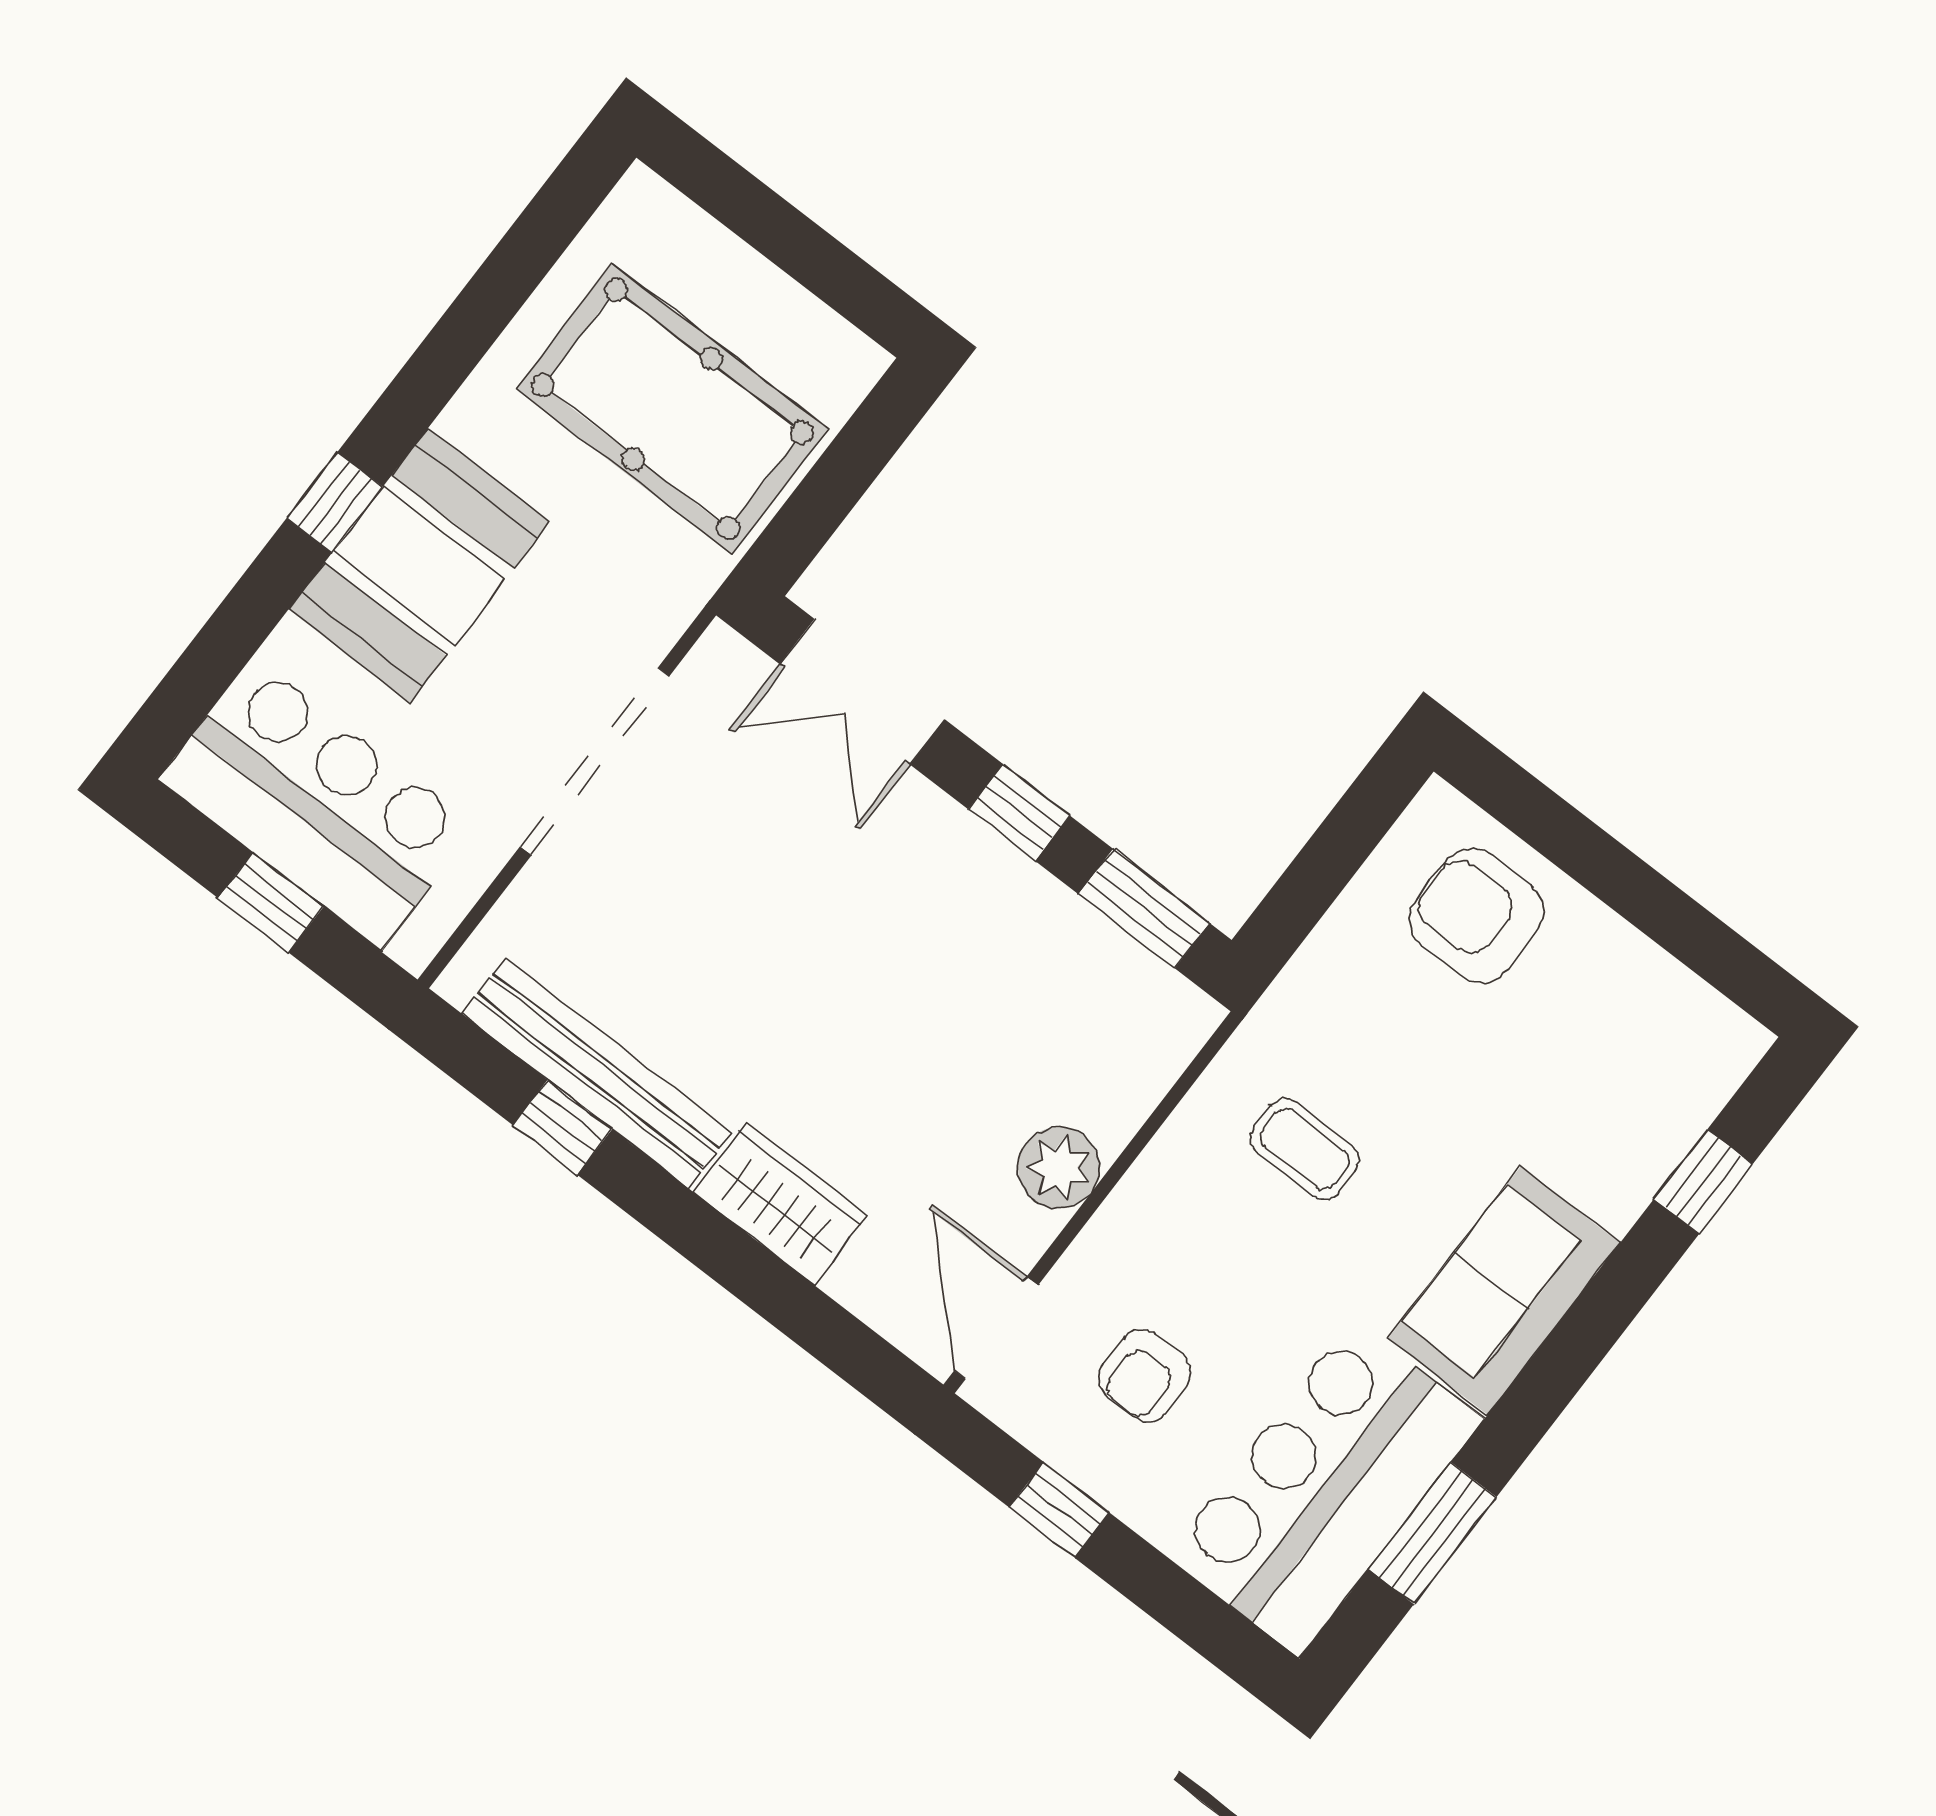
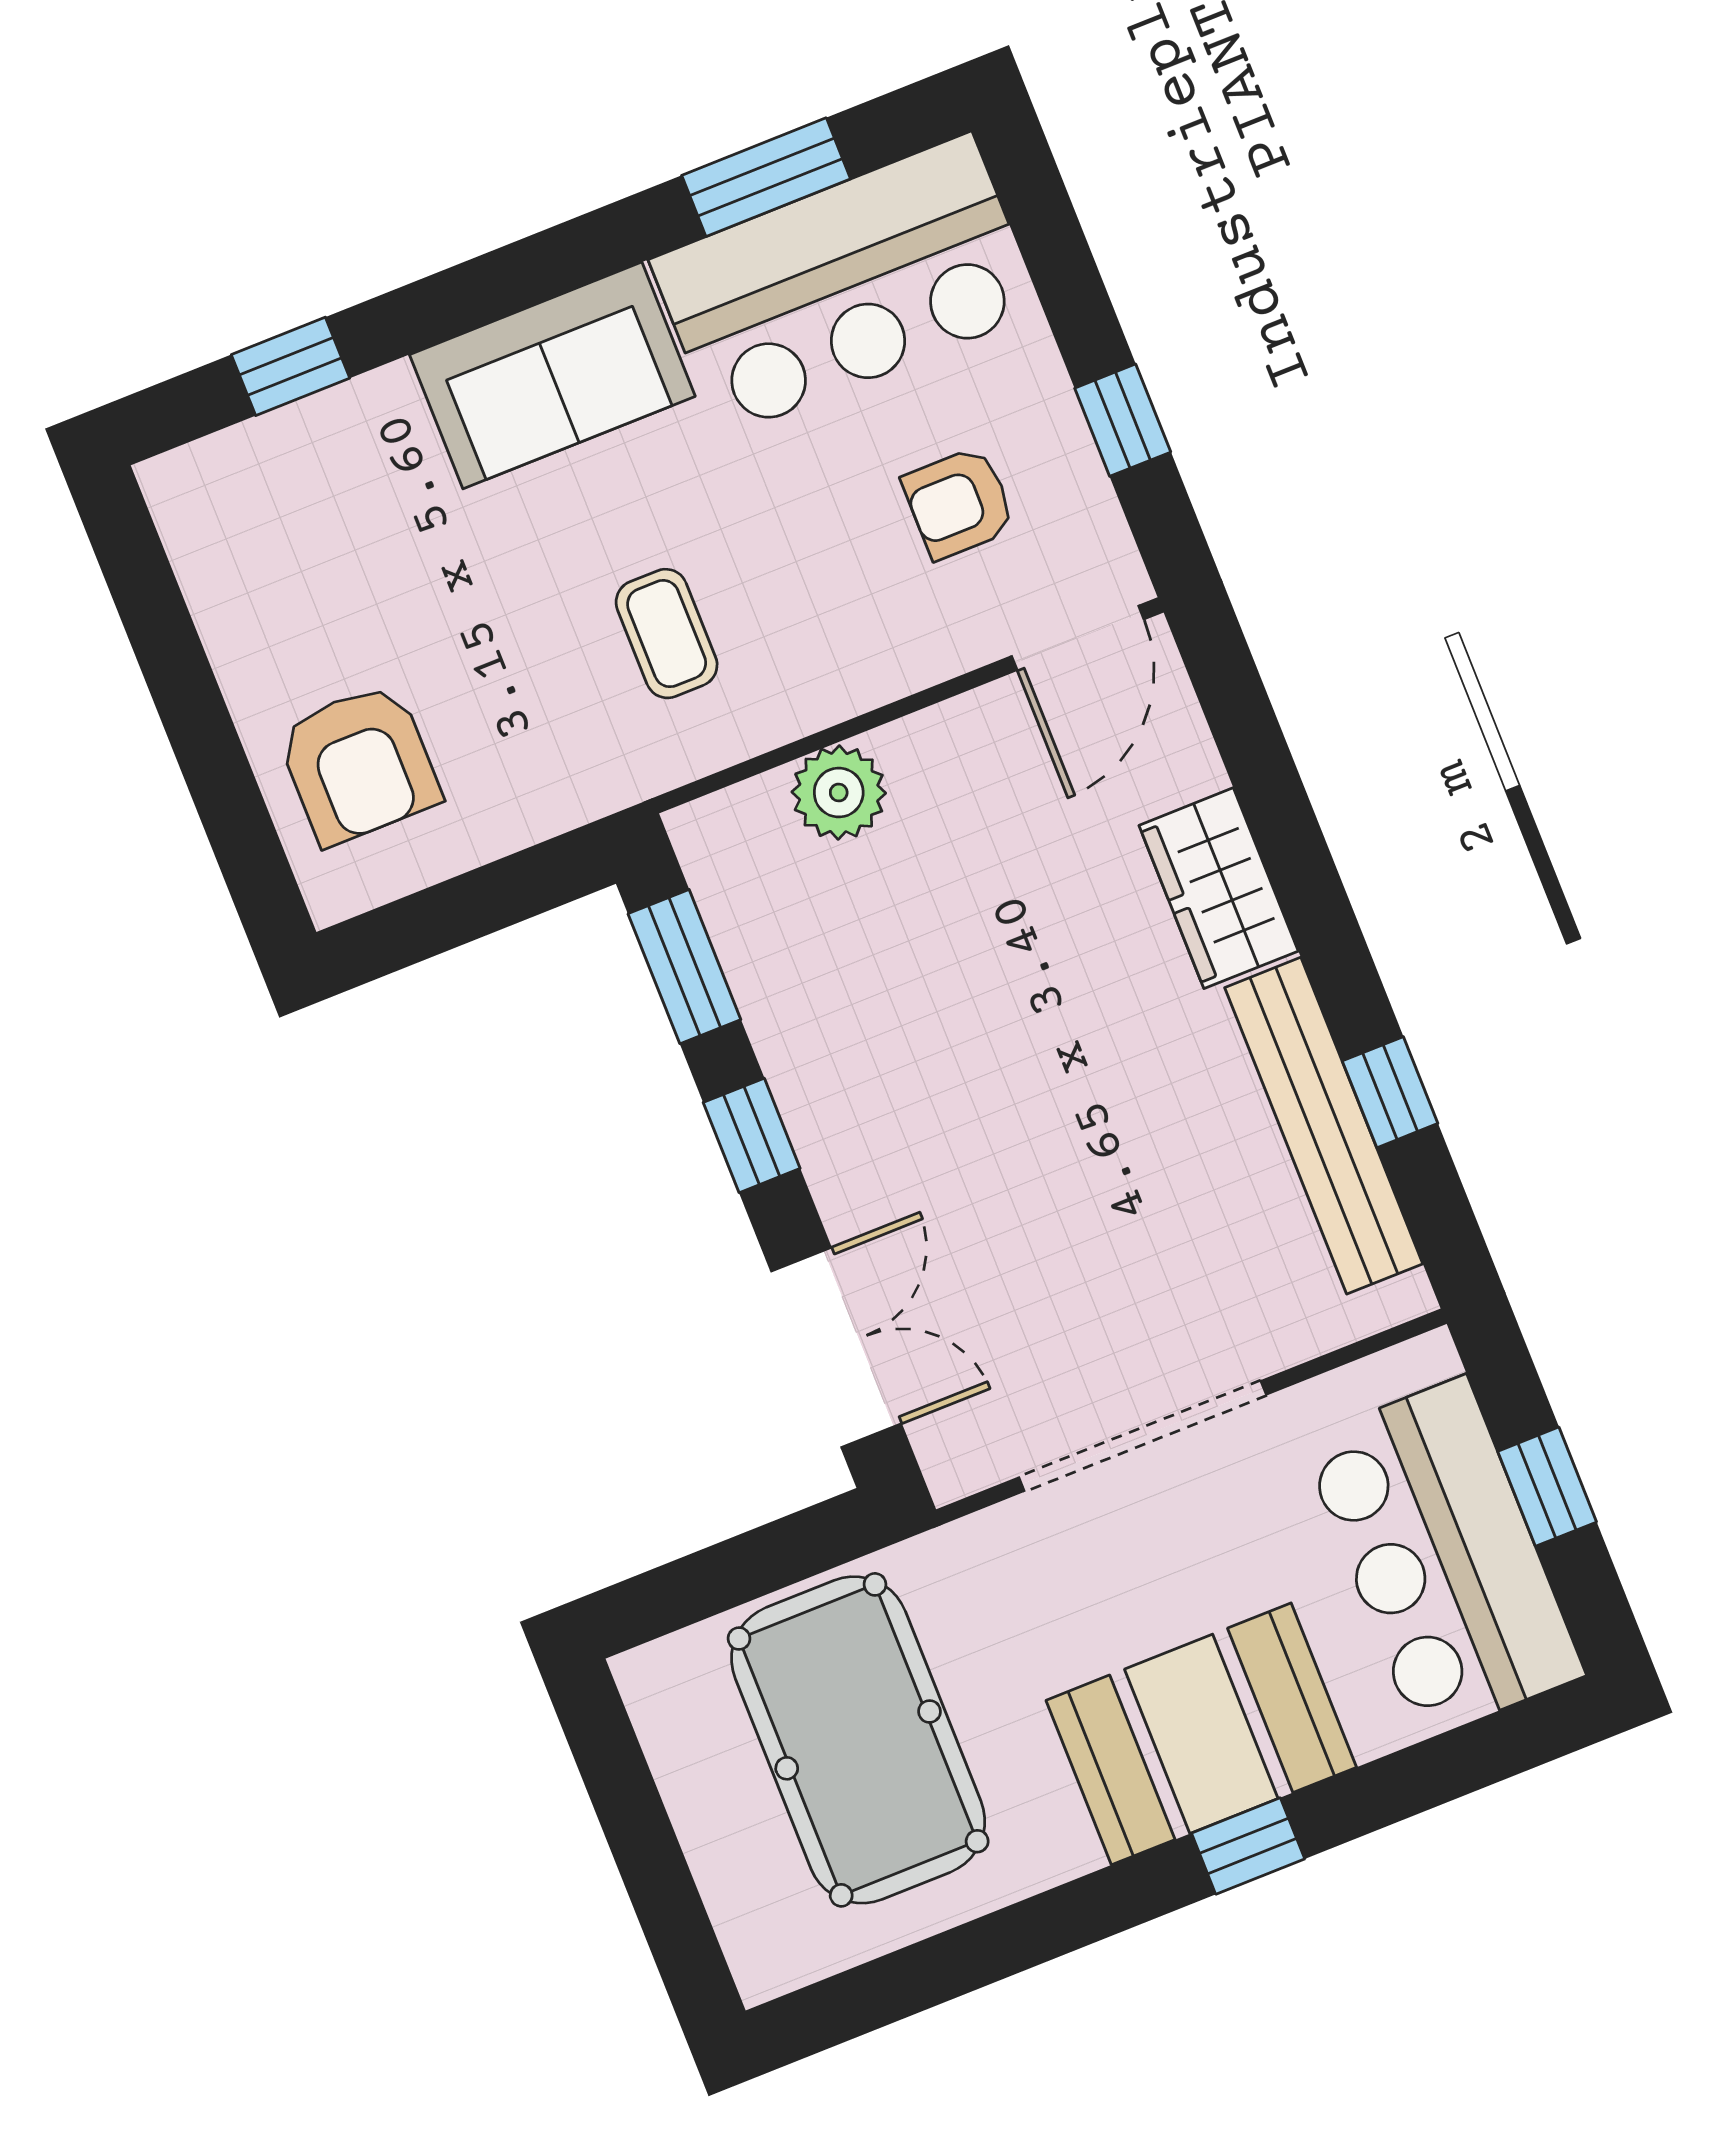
plant: (1059, 1168) -> (839, 793), moved
armchair: (1145, 1376) -> (959, 503), turned 180

